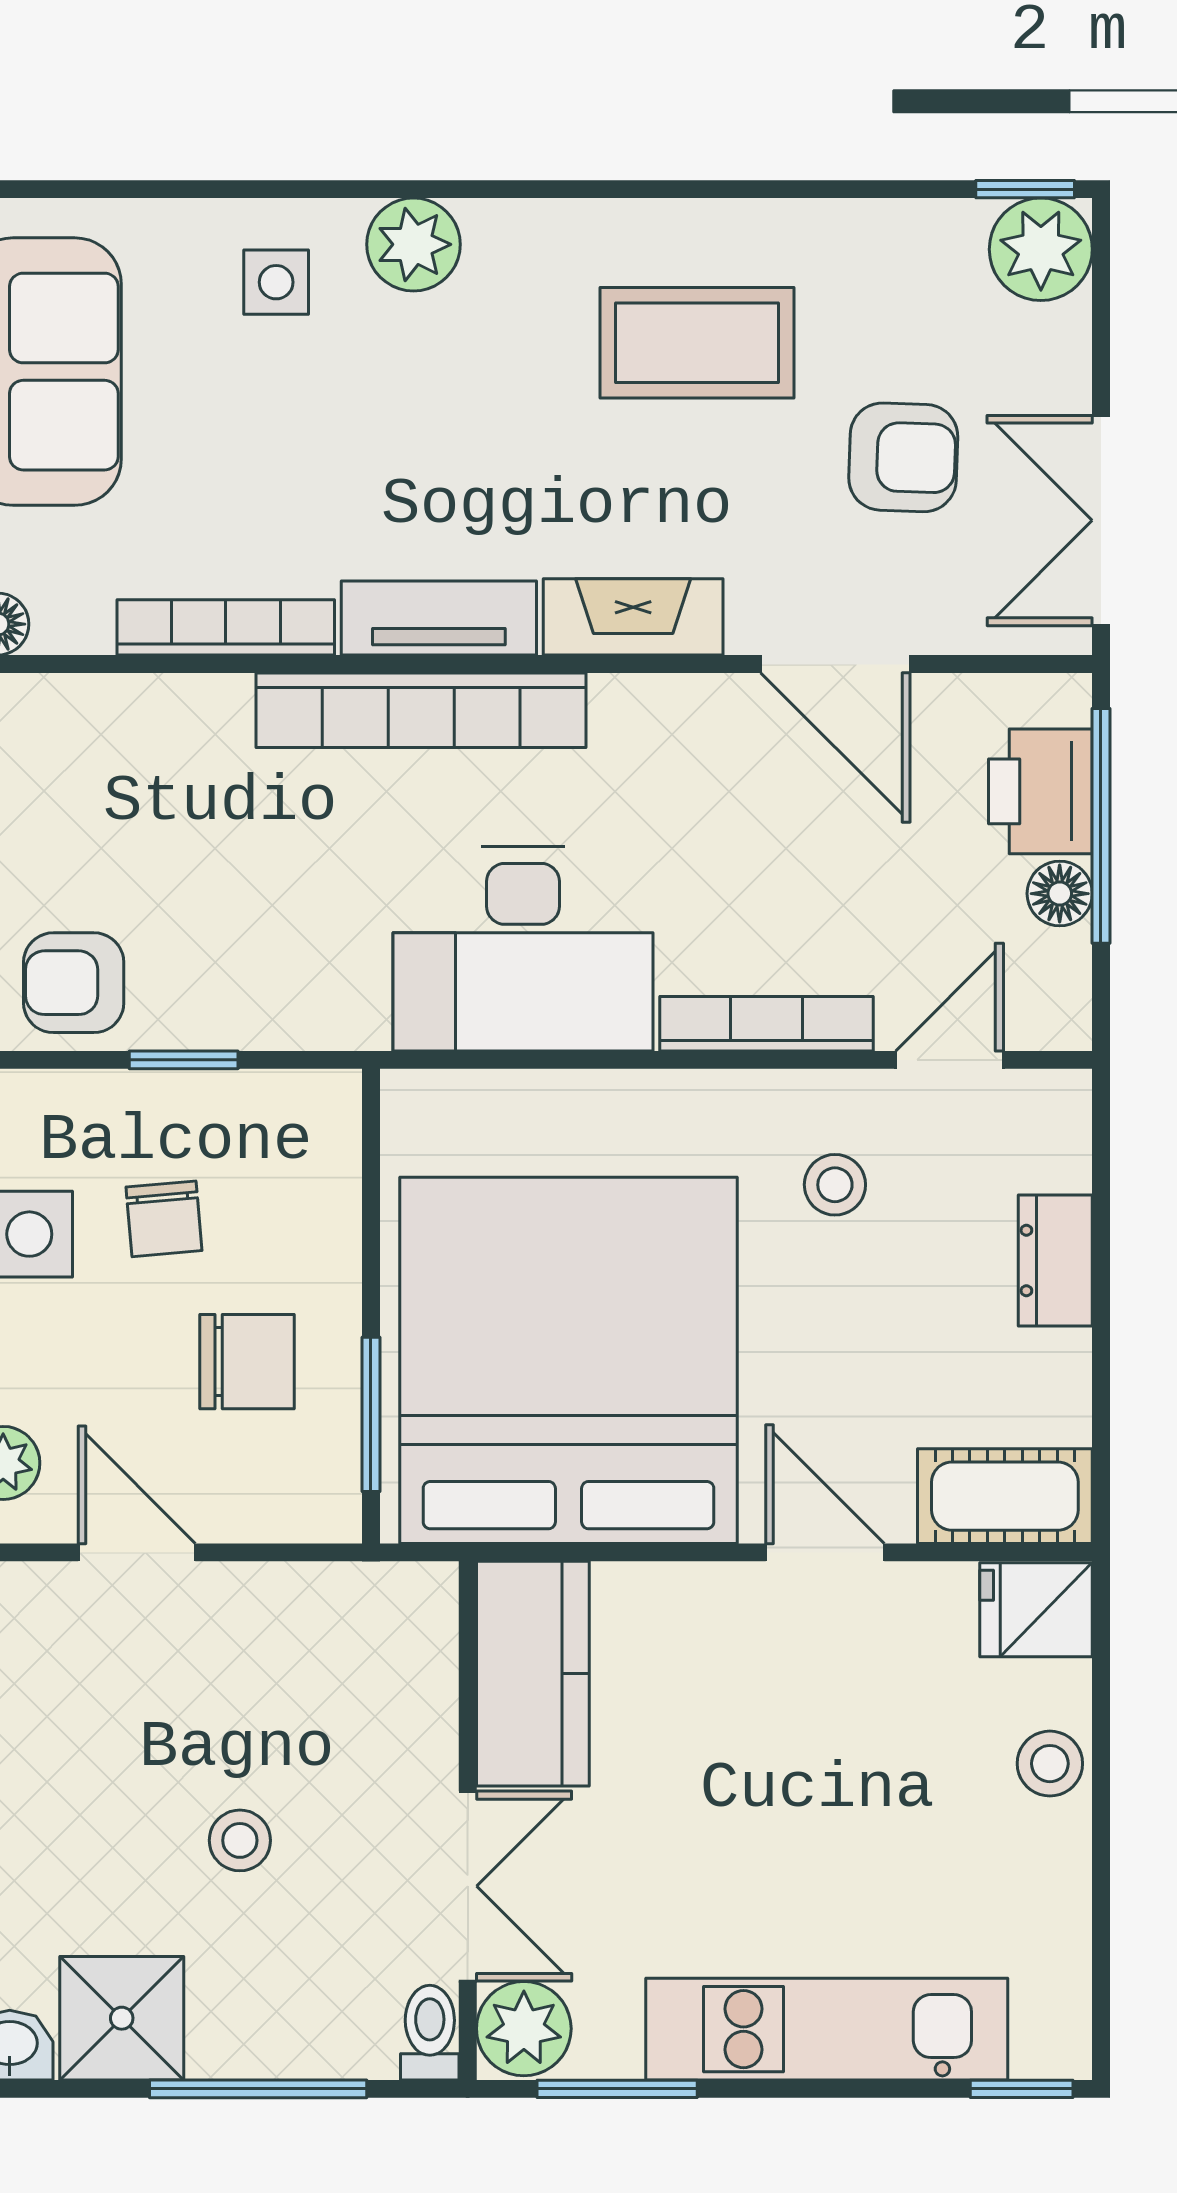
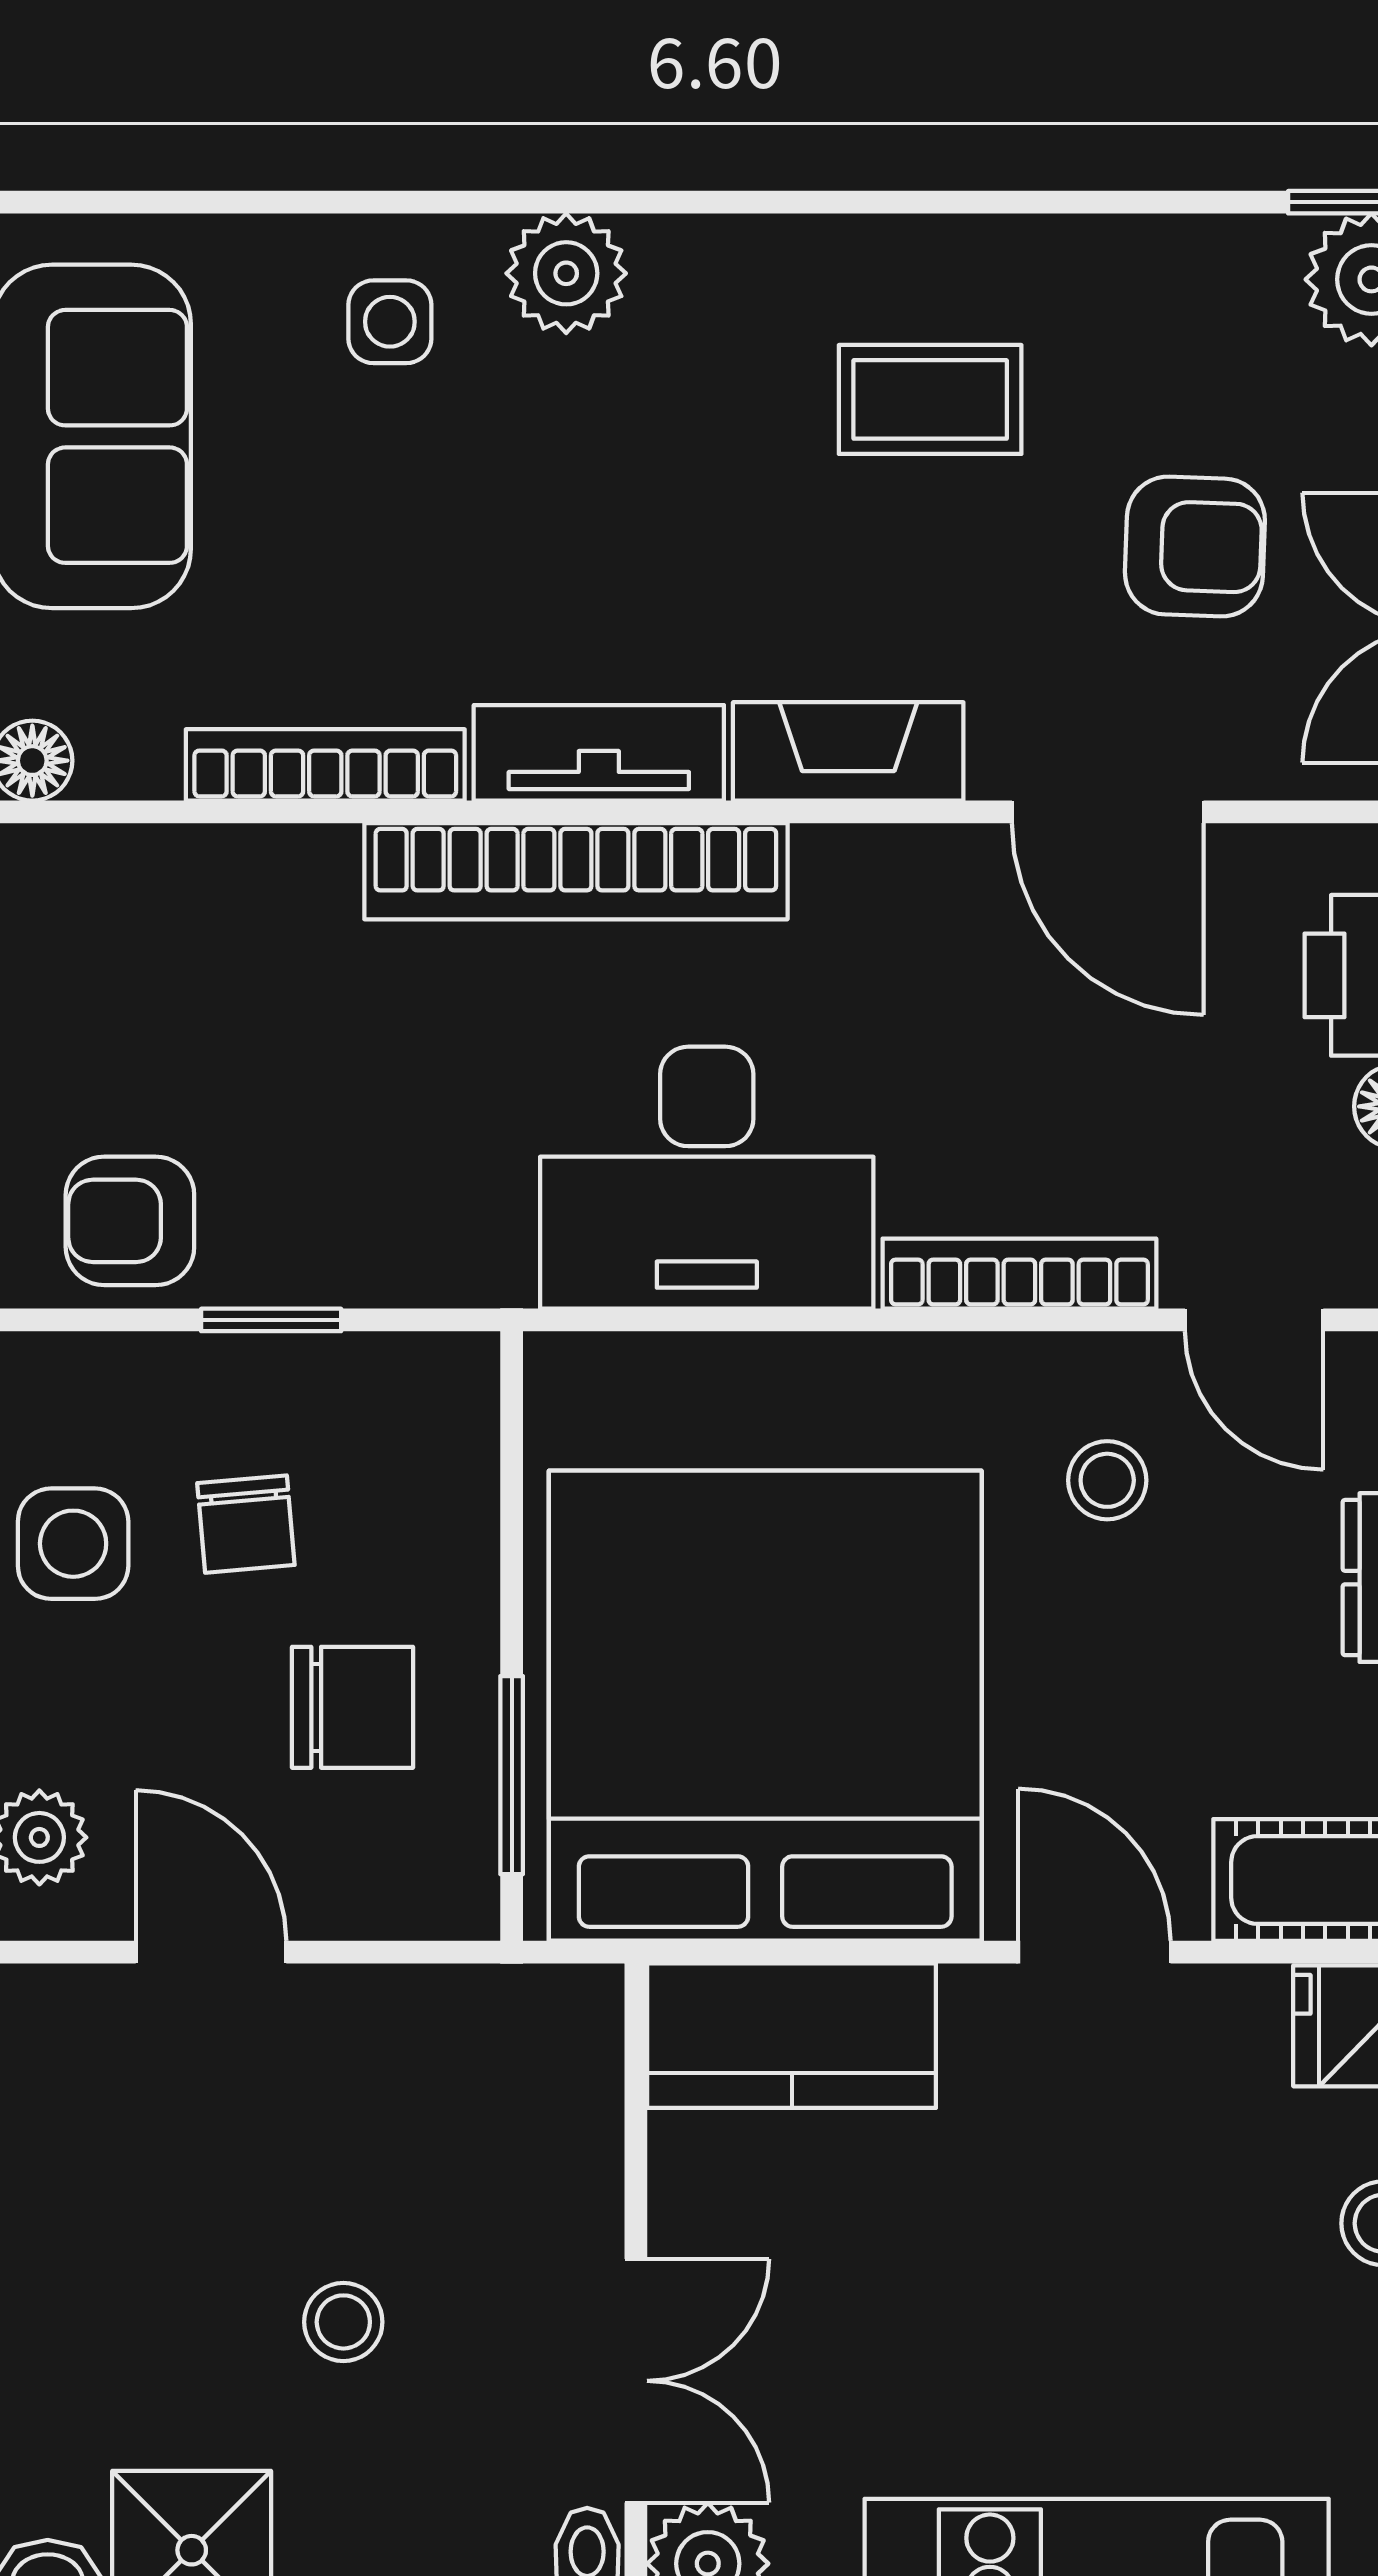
coffee table: (697, 343) -> (930, 399), width x0.73, depth x0.77
door: (949, 1060) -> (1254, 1320), swing flipped
kitchen counter: (533, 1674) -> (792, 2036), moved, turned 90

